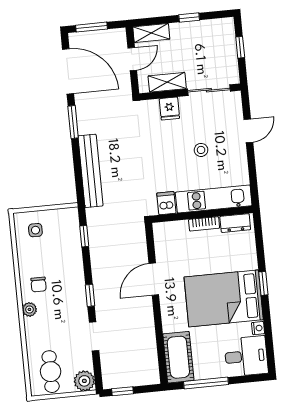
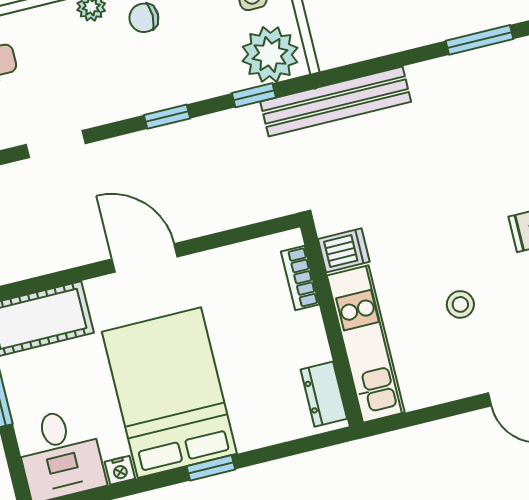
bench: (90, 171) -> (336, 102), moved
bookcase: (204, 224) -> (300, 278), moved
plant: (65, 225) -> (270, 55), added
door: (154, 279) -> (145, 258), moved
window: (90, 295) -> (167, 117), moved

